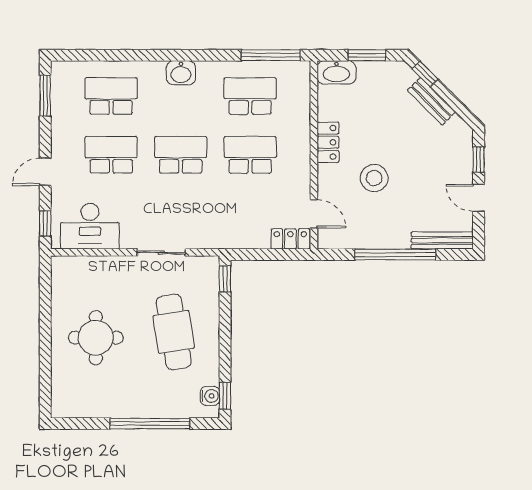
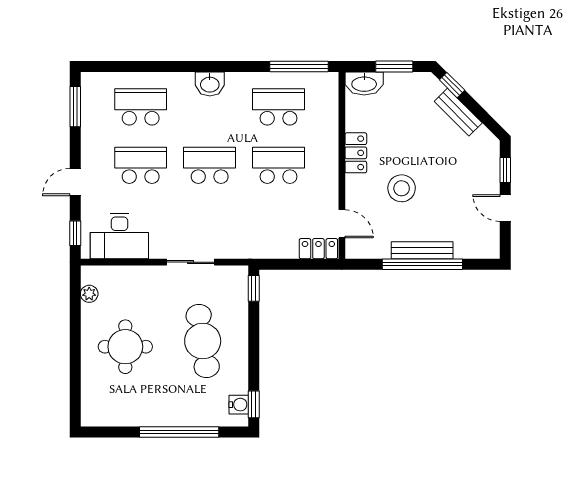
bench: (442, 240) -> (422, 250), moved
plant: (59, 284) -> (89, 294), added

